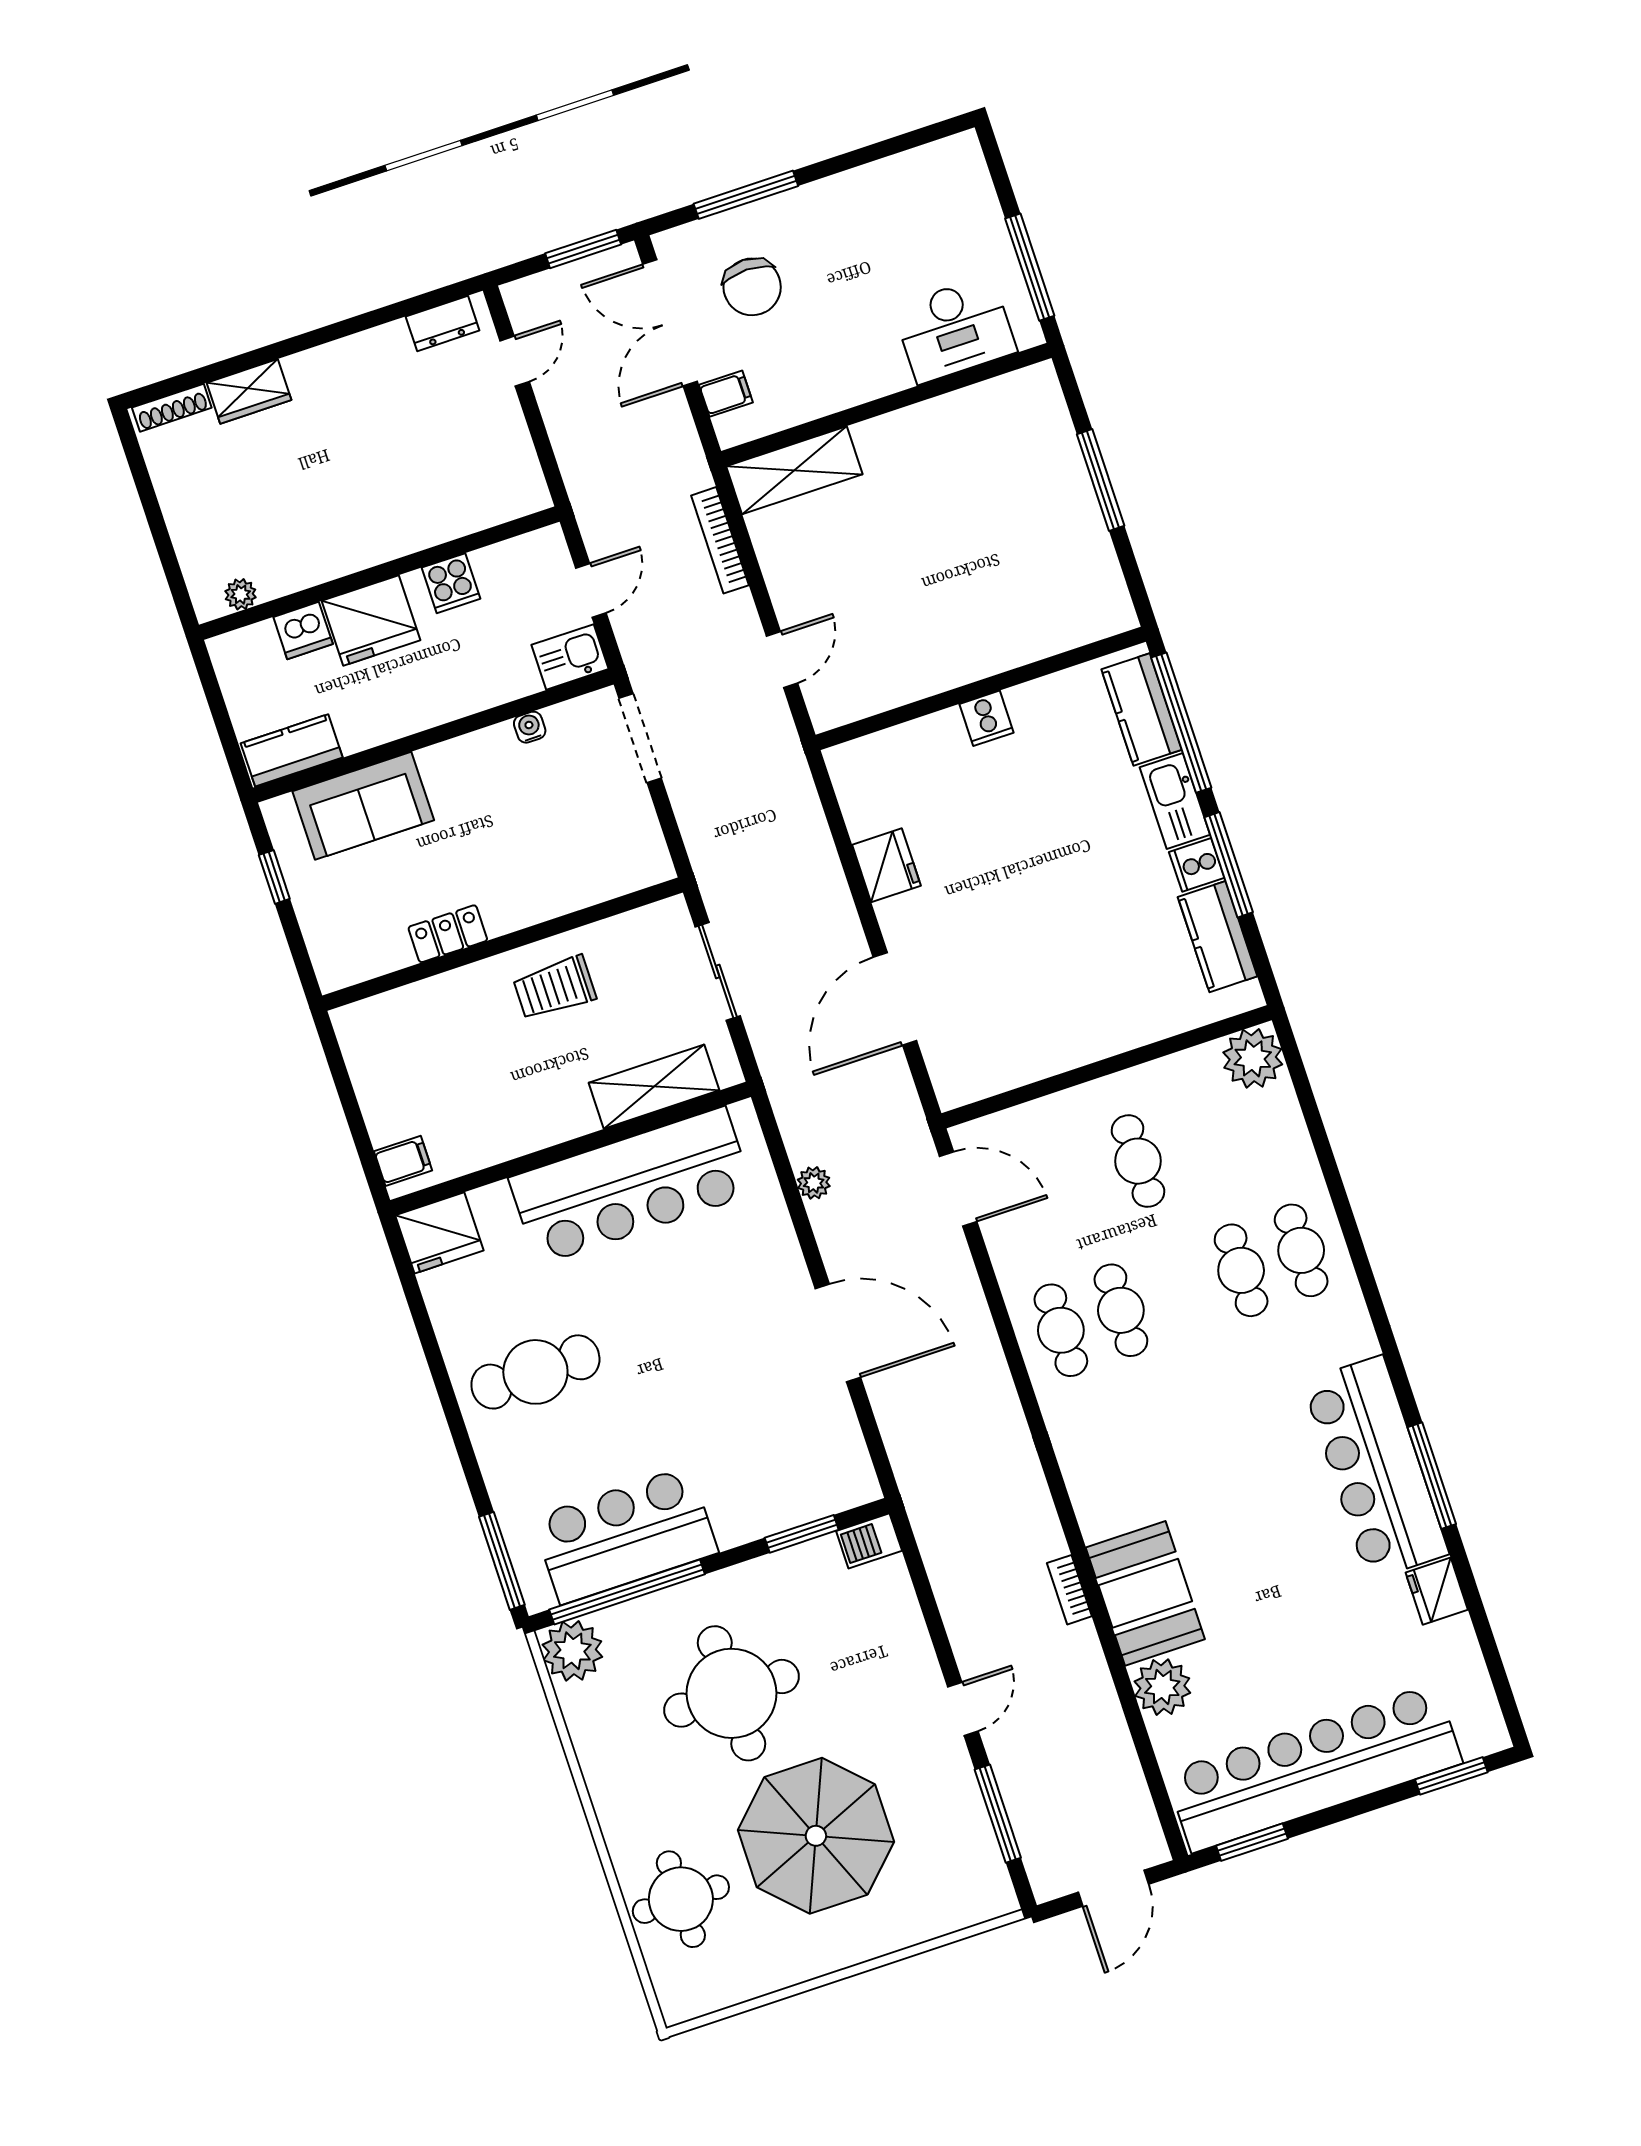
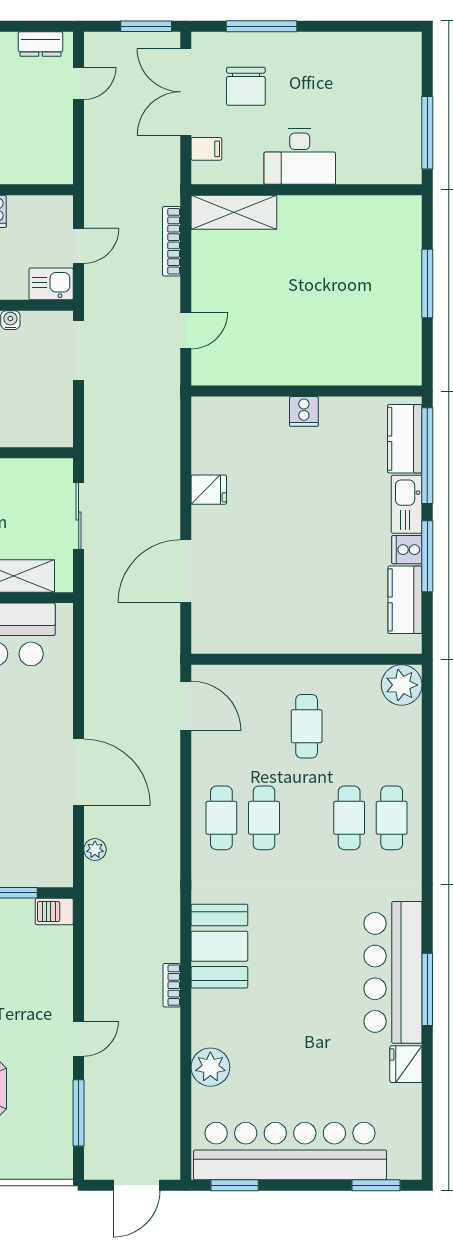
desk: (955, 329) -> (300, 156), moved
fridge: (886, 865) -> (209, 490), width x0.72
plant: (814, 1183) -> (95, 850), moved
booth: (1145, 1593) -> (219, 946), moved

